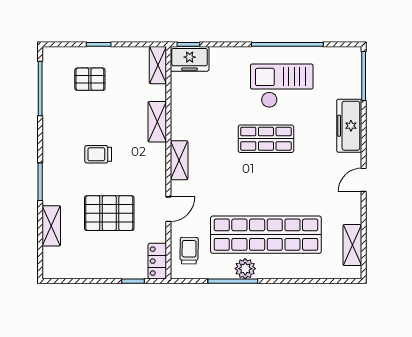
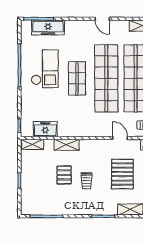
freezer: (190, 59) -> (45, 129), moved, turned -90
pallet: (90, 79) -> (64, 175), moved
checkout: (282, 86) -> (45, 69), turned 180
freezer: (349, 126) -> (48, 28), moved
shelving: (179, 160) -> (90, 131), removed
shop shelf: (266, 187) -> (106, 78), added

